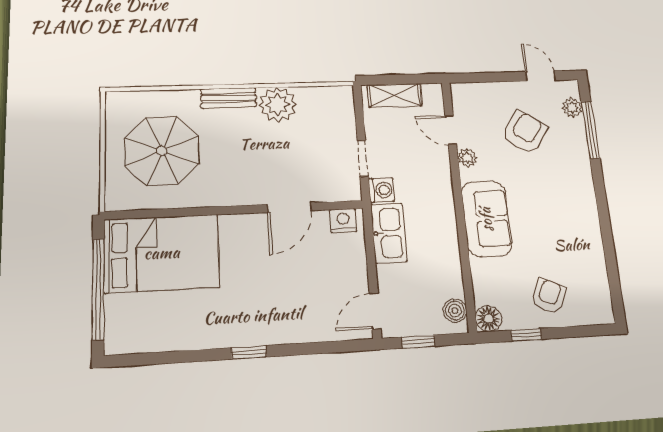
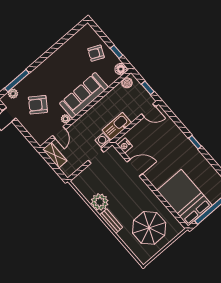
shelving: (395, 95) -> (55, 155), moved
sofa: (486, 219) -> (84, 95), width x1.36

